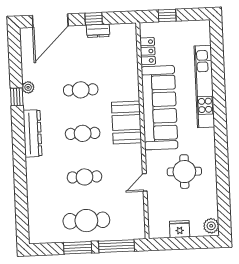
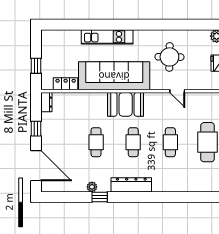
dresser: (98, 31) -> (46, 102), moved
kitchen unit: (204, 86) -> (107, 37), width x0.73

